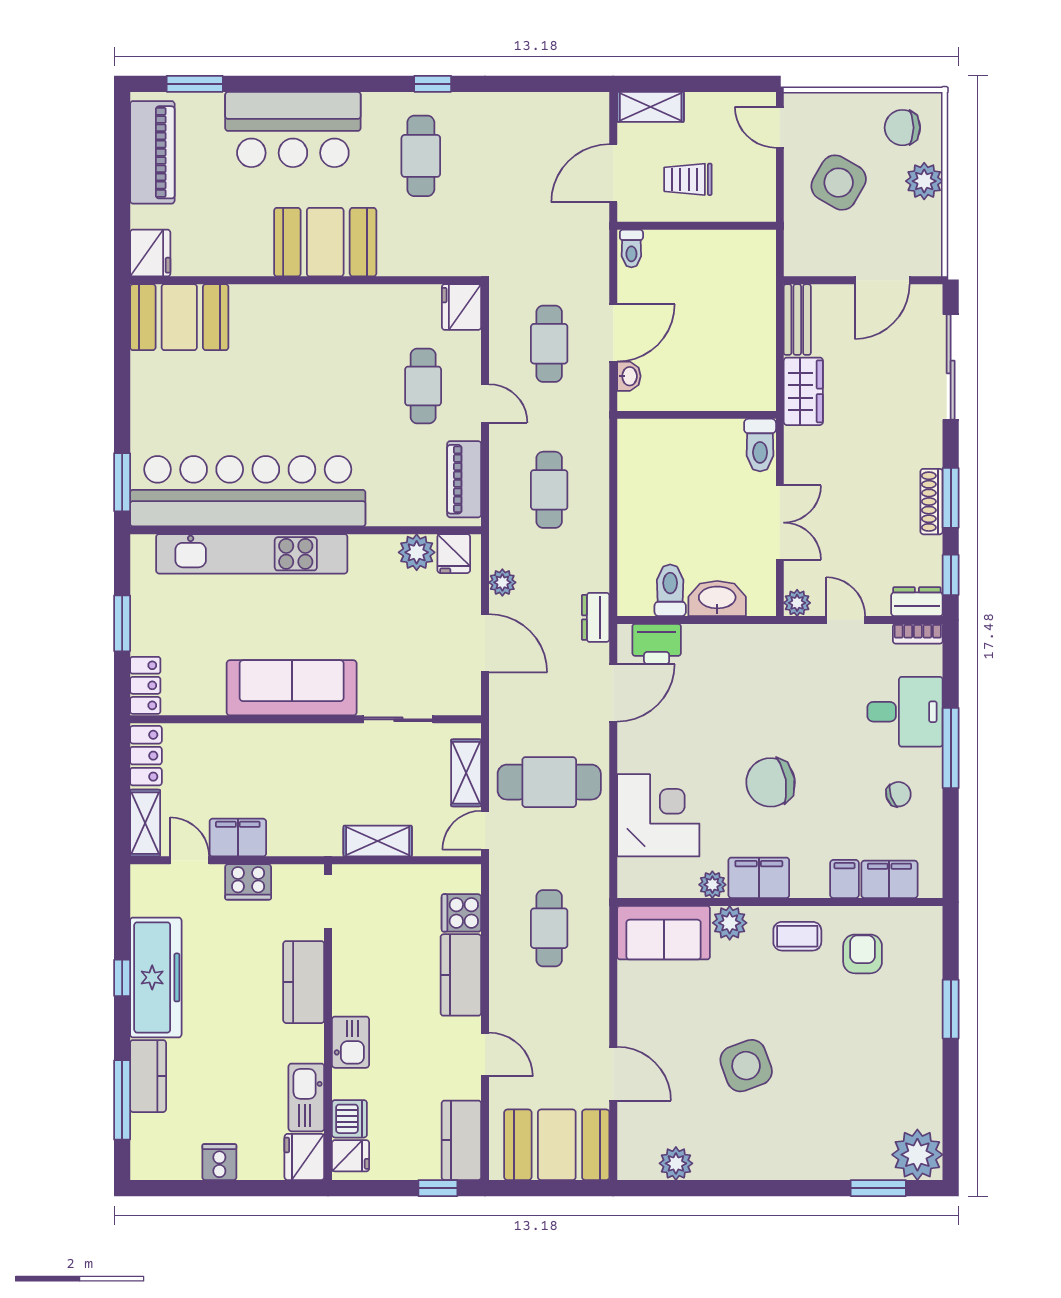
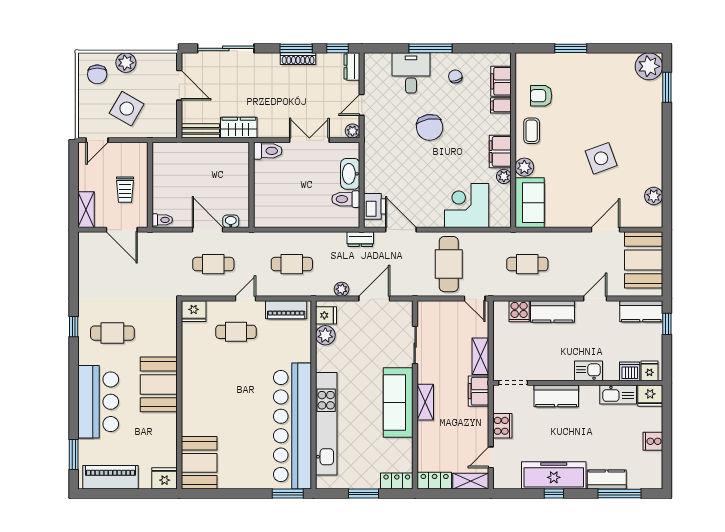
bookcase: (918, 634) -> (369, 66), removed
shelving: (466, 773) -> (425, 402), moved, turned 90
chair: (771, 782) -> (430, 127), moved
filing cabinet: (238, 838) -> (479, 391), moved

